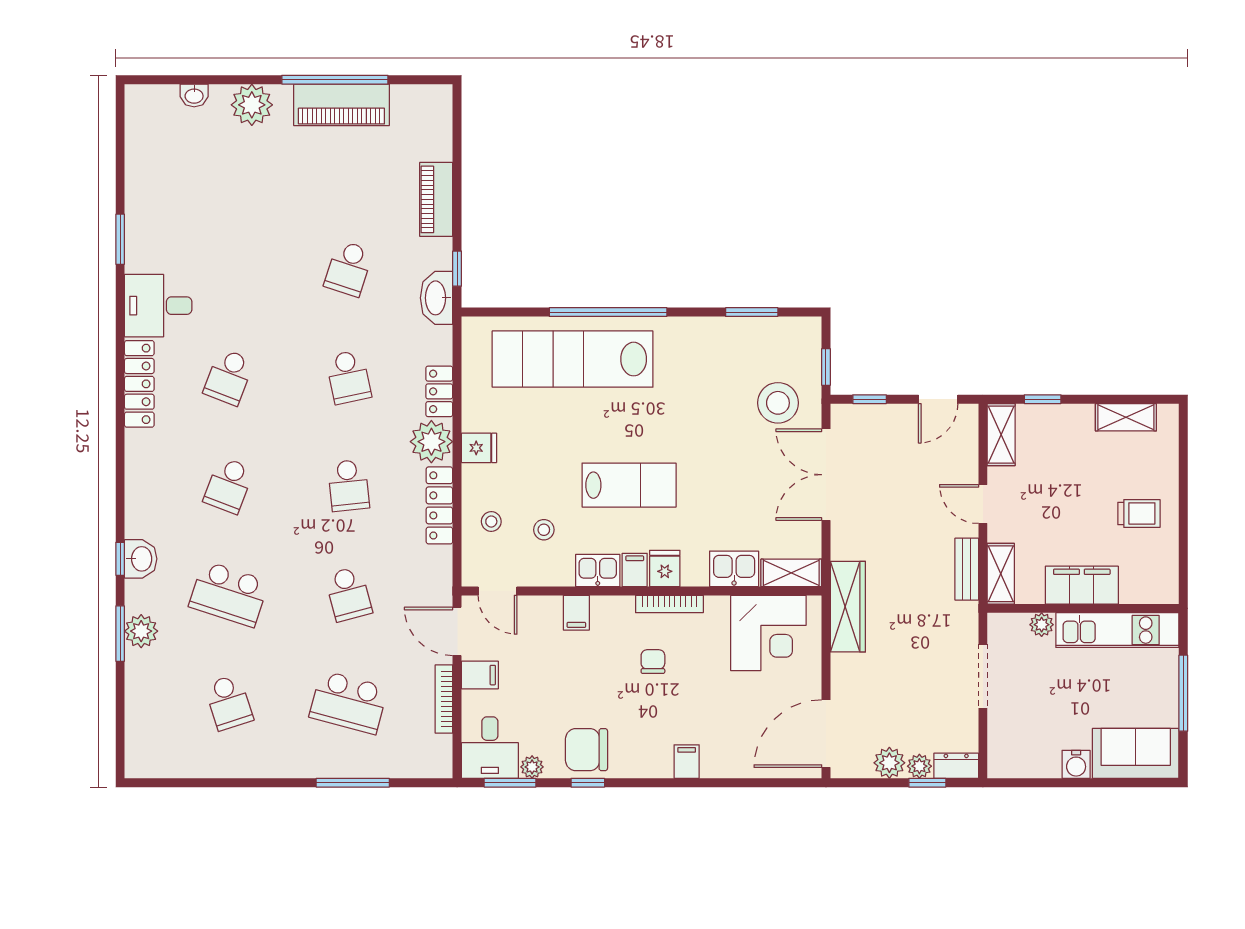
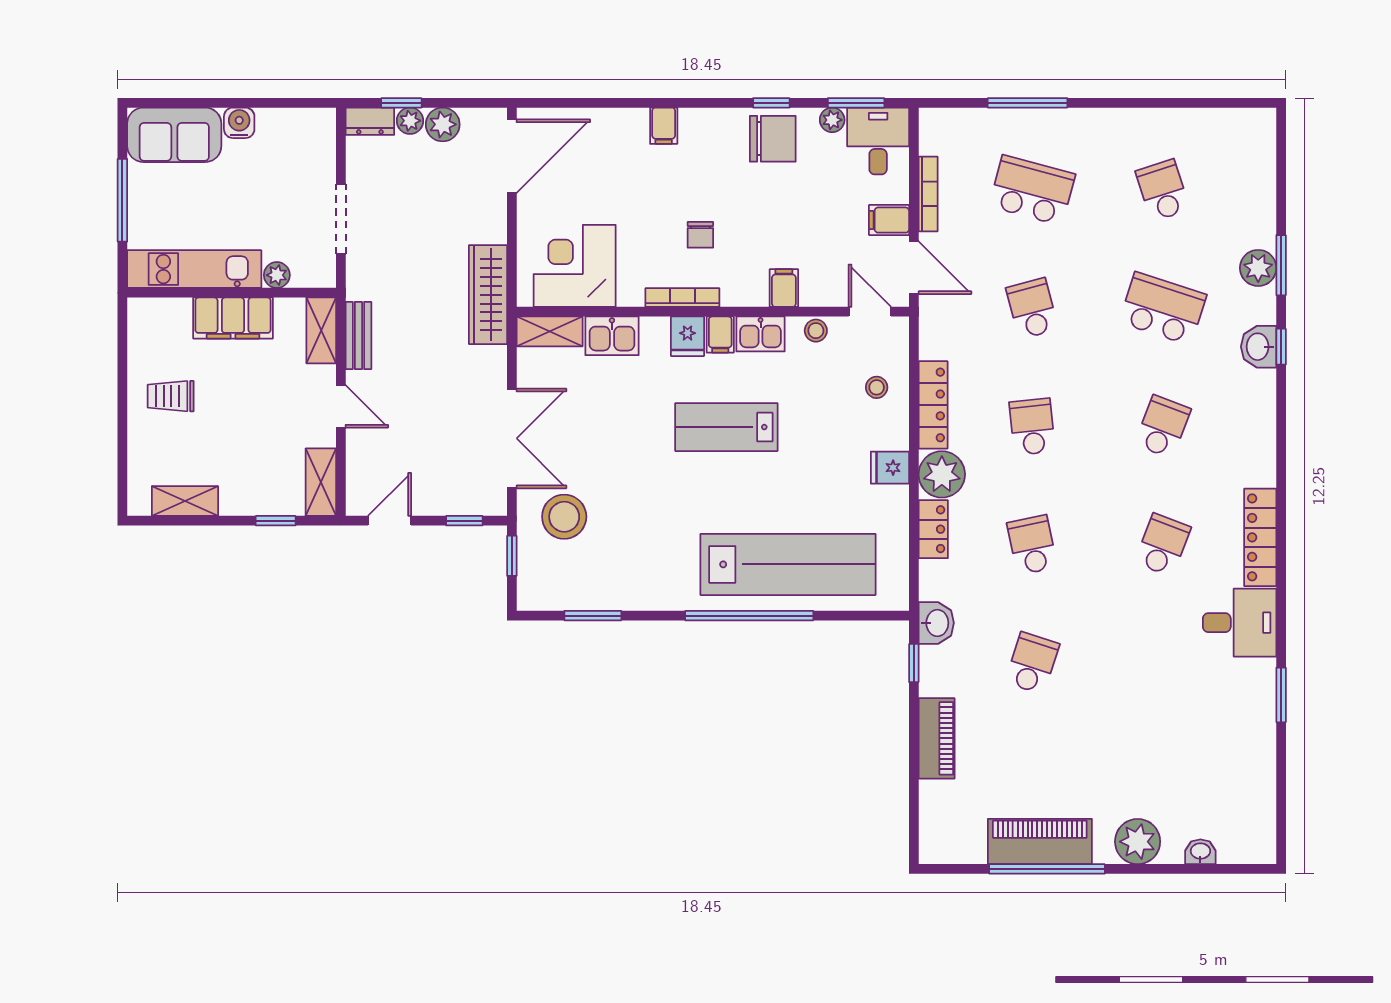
washbasin: (436, 298) -> (936, 623), width x0.72
stool: (544, 530) -> (816, 331), moved

